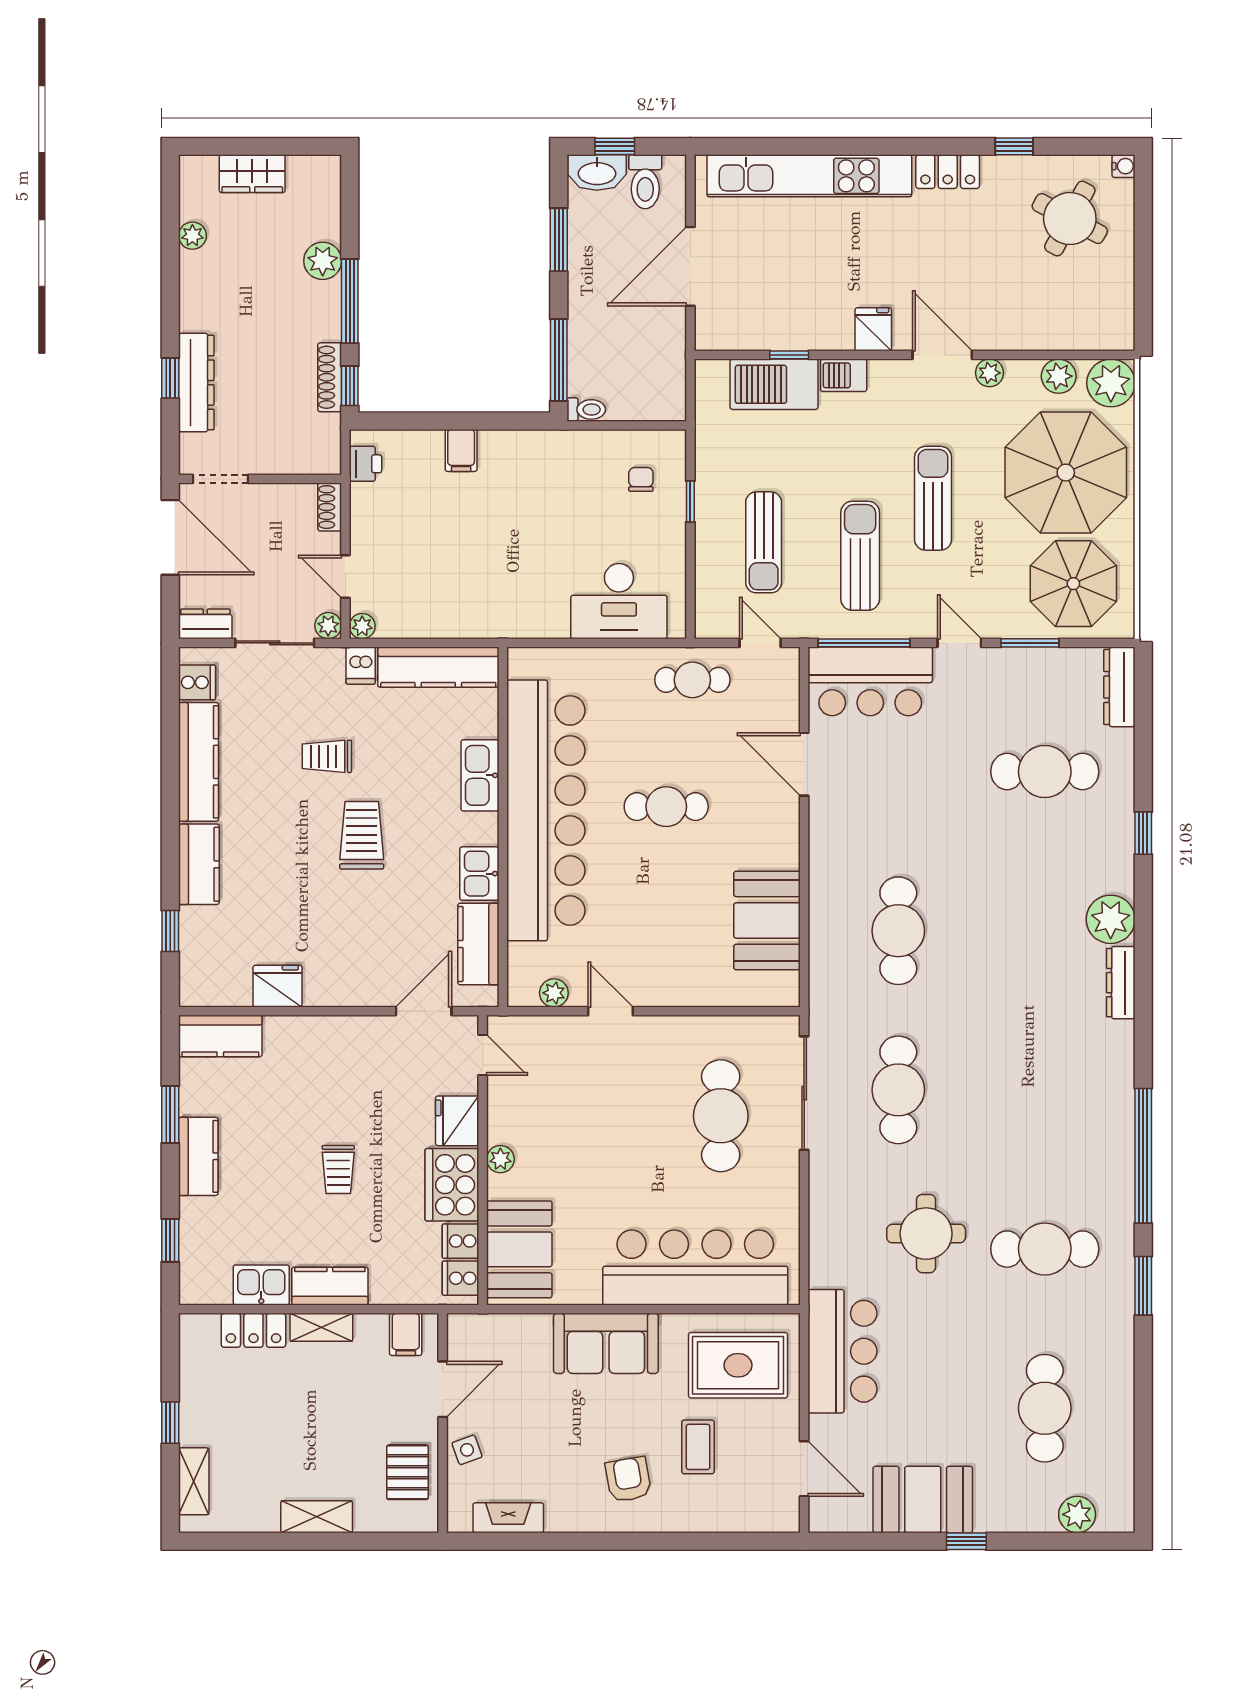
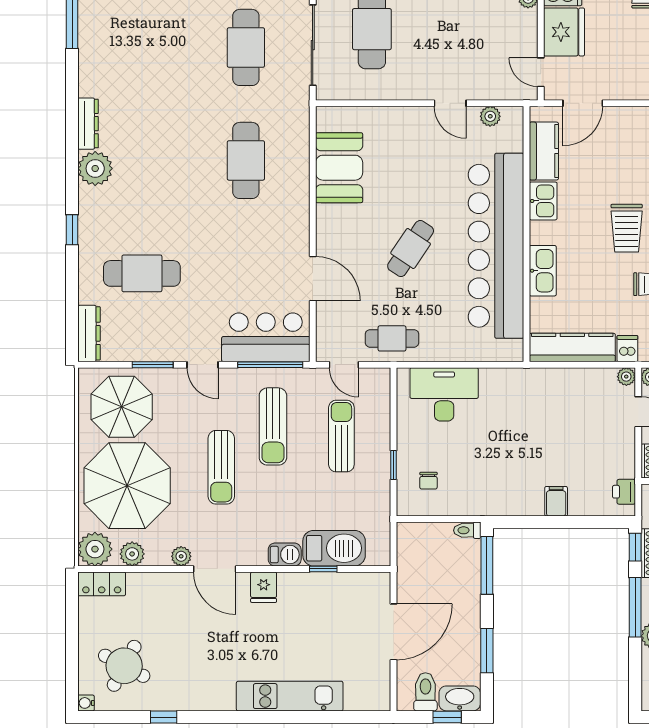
locker: (948, 172) -> (102, 584), moved, turned 180
kitchen unit: (809, 176) -> (290, 696), width x0.73
cafe table: (666, 807) -> (411, 248), turned -56
fridge: (457, 1121) -> (564, 32), width x1.36, depth x1.34

